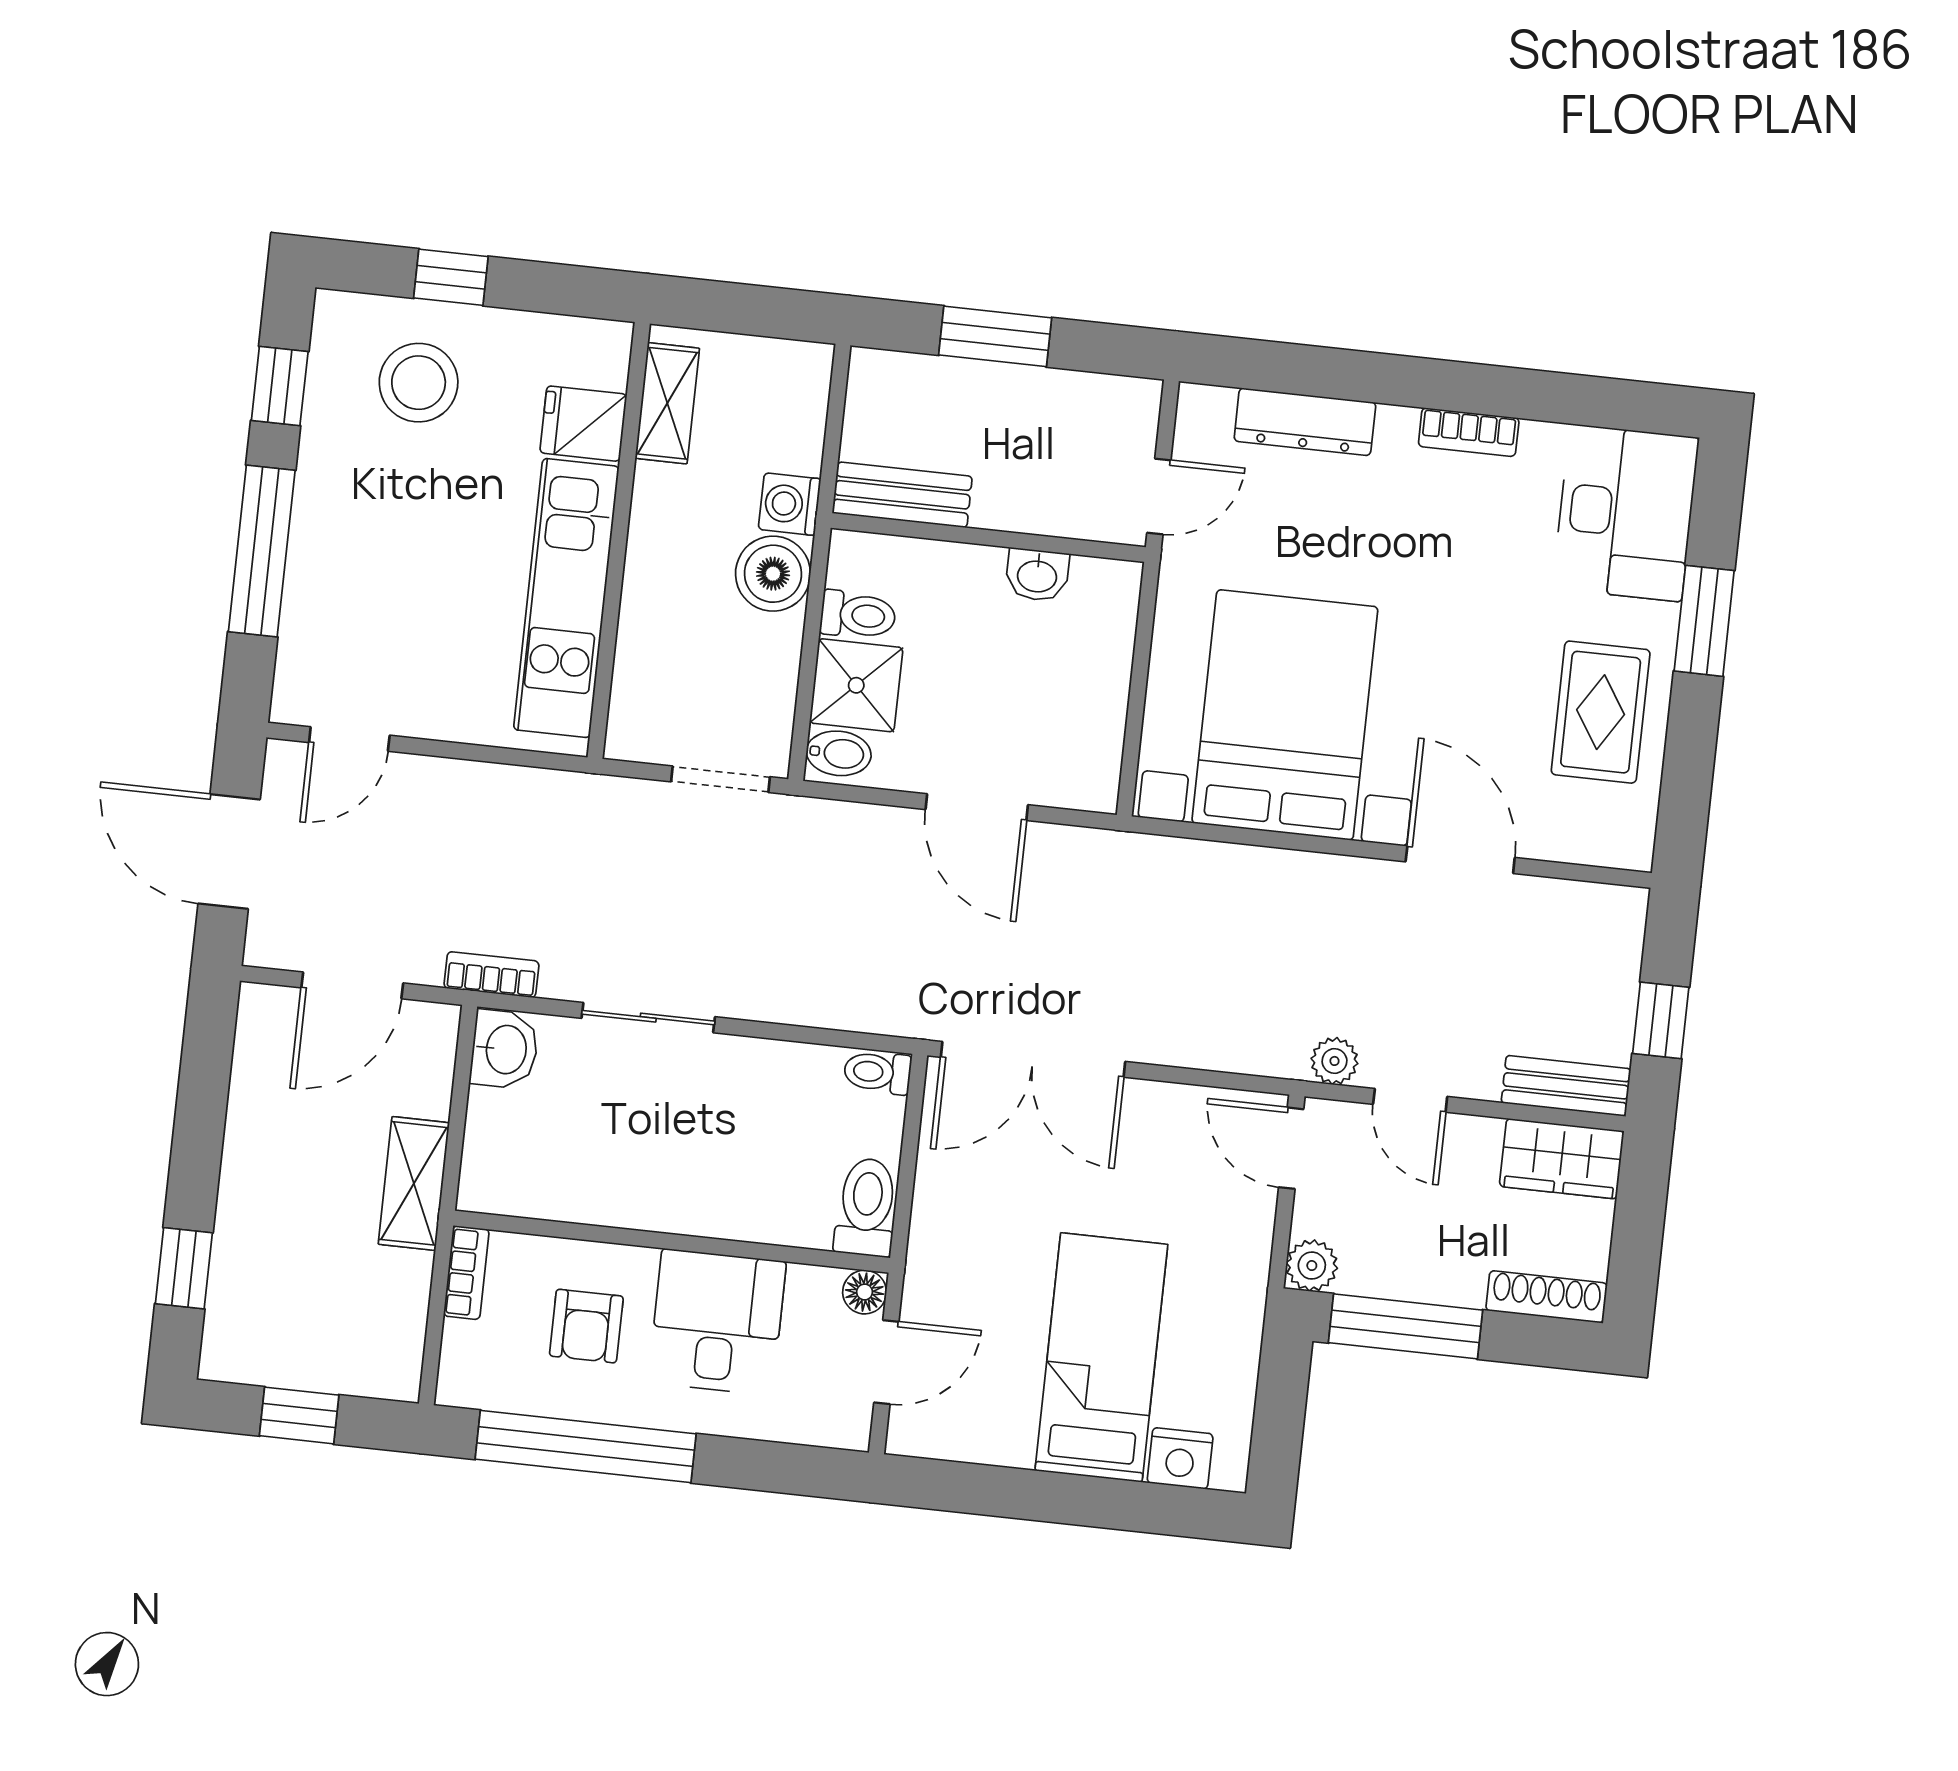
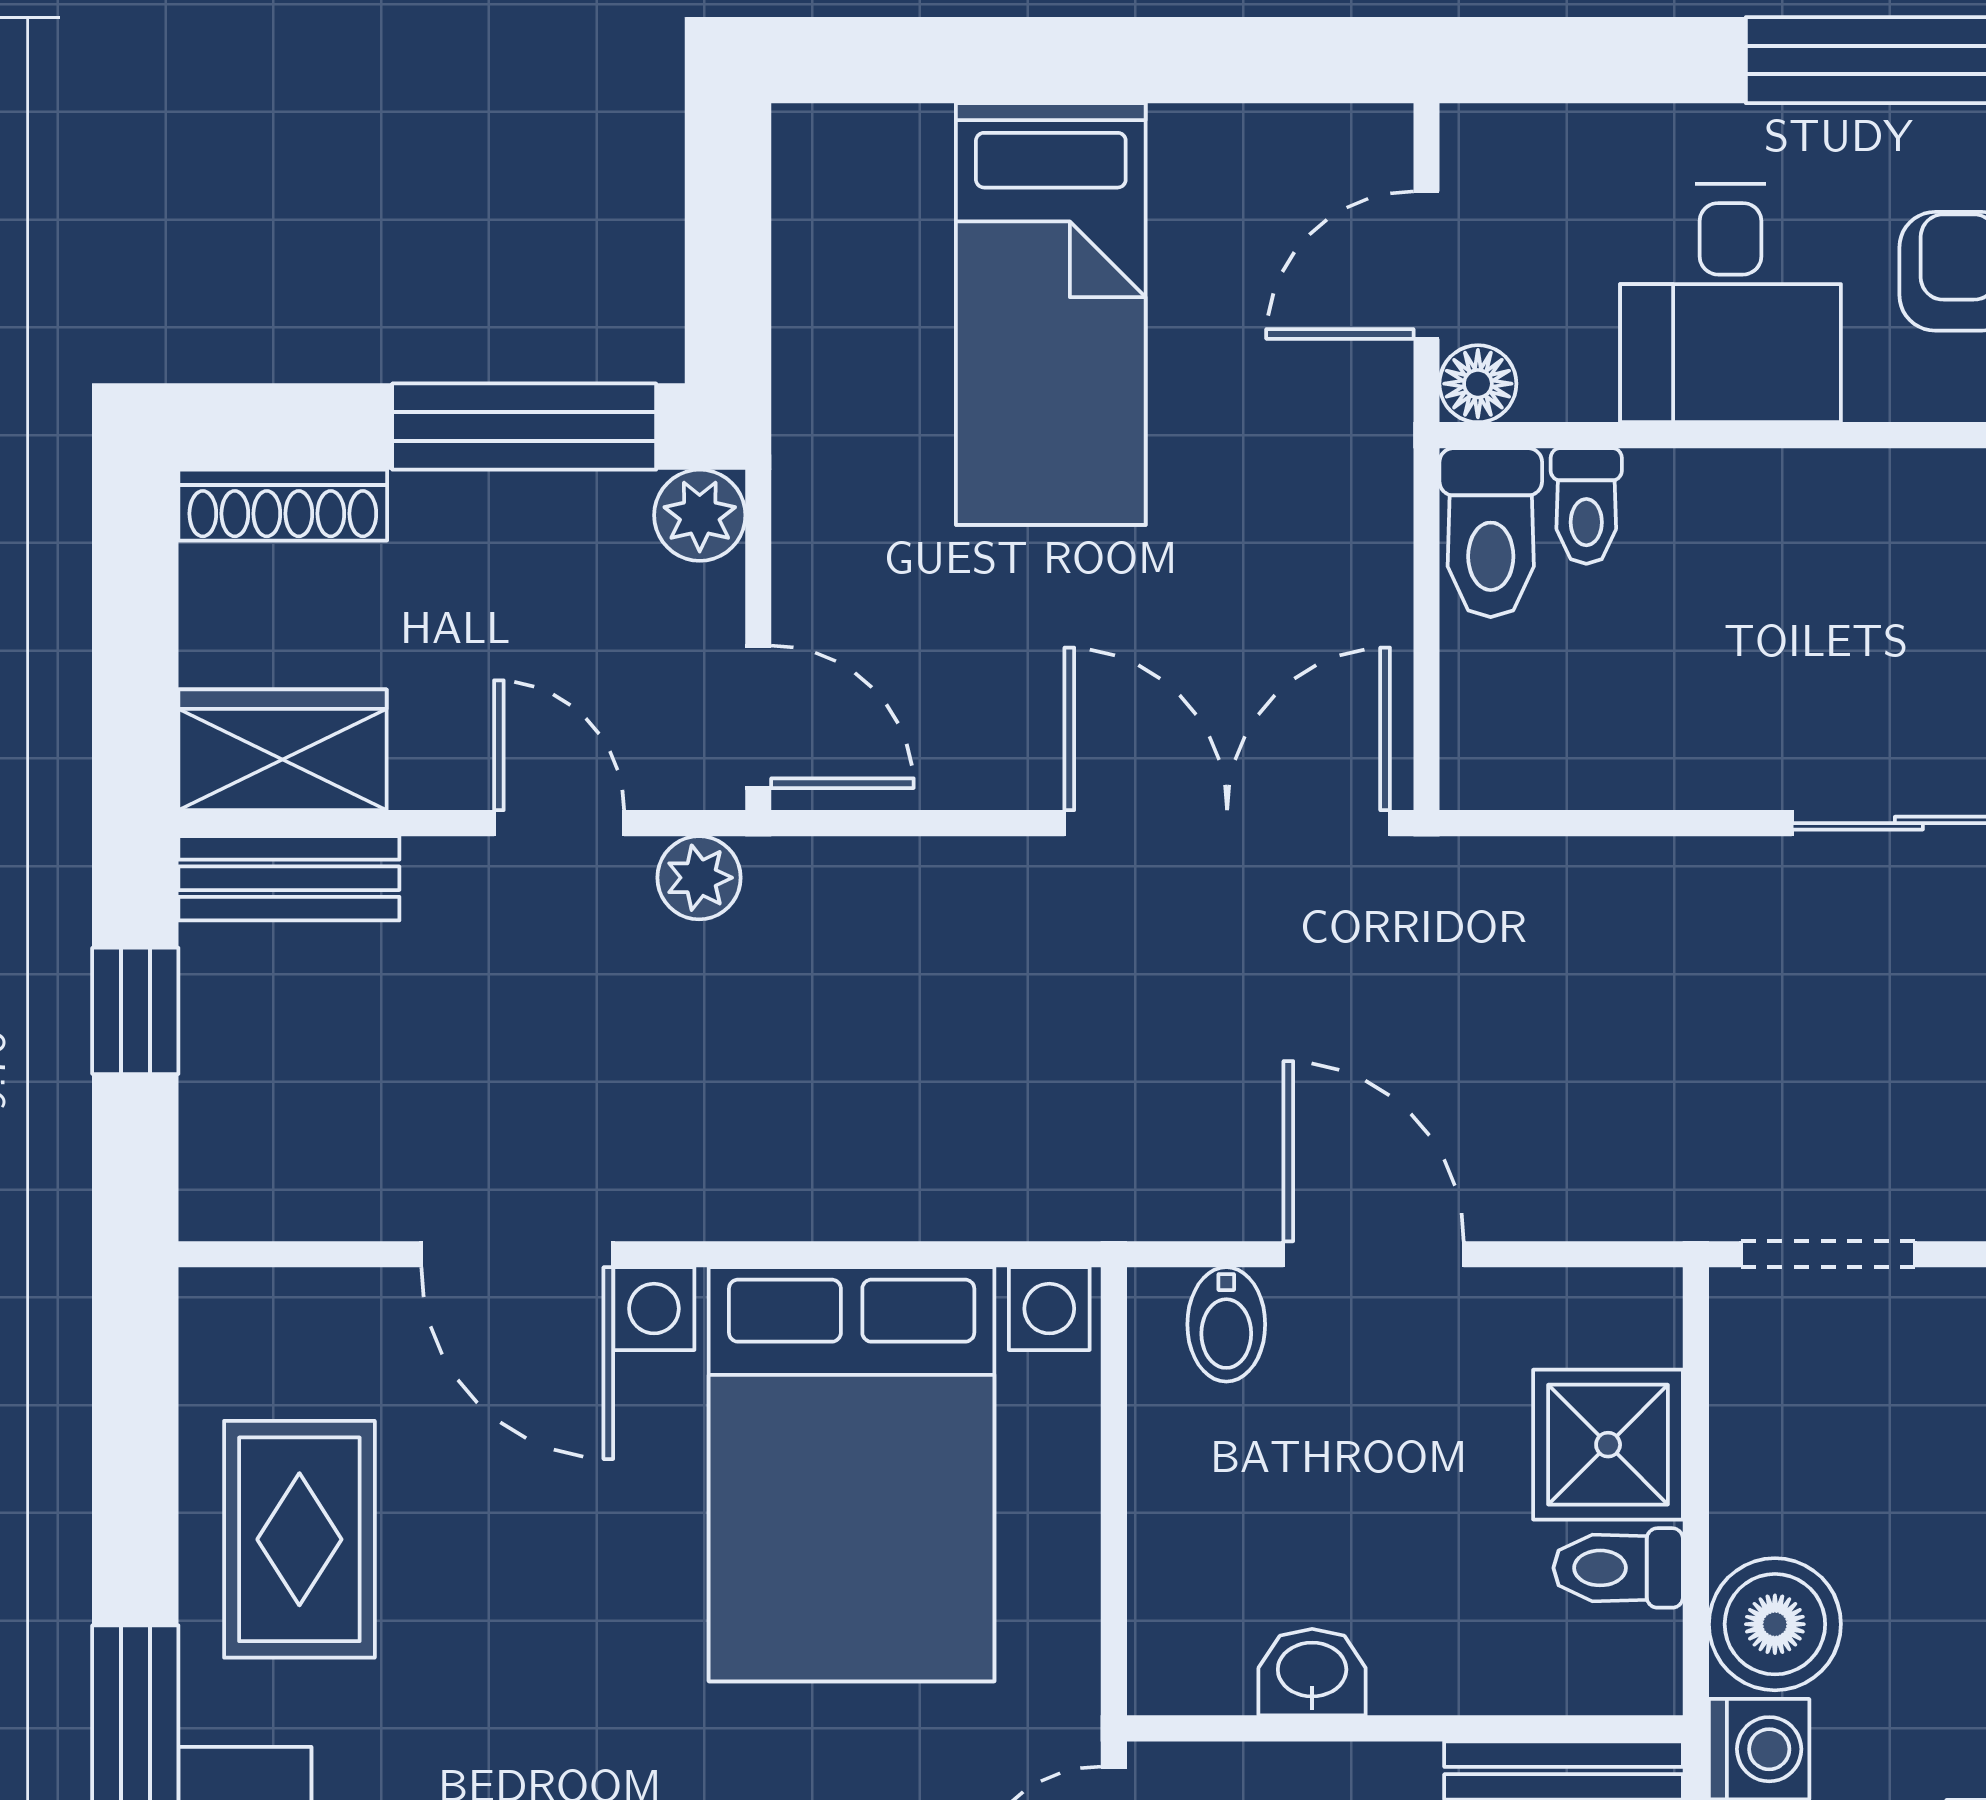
bidet: (839, 753) -> (1226, 1324), moved, turned -90
toilet: (877, 1072) -> (1586, 506), moved, turned 90
nightstand: (1180, 1458) -> (894, 152), removed

